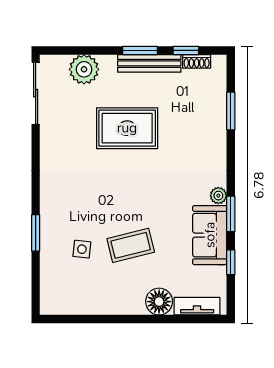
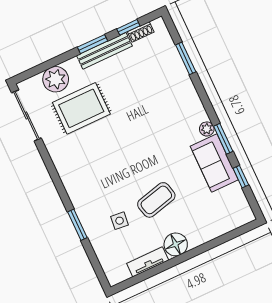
rug: (127, 128) -> (81, 108), moved
floor lamp: (159, 302) -> (176, 244), moved
tv unit: (197, 306) -> (148, 262), moved

